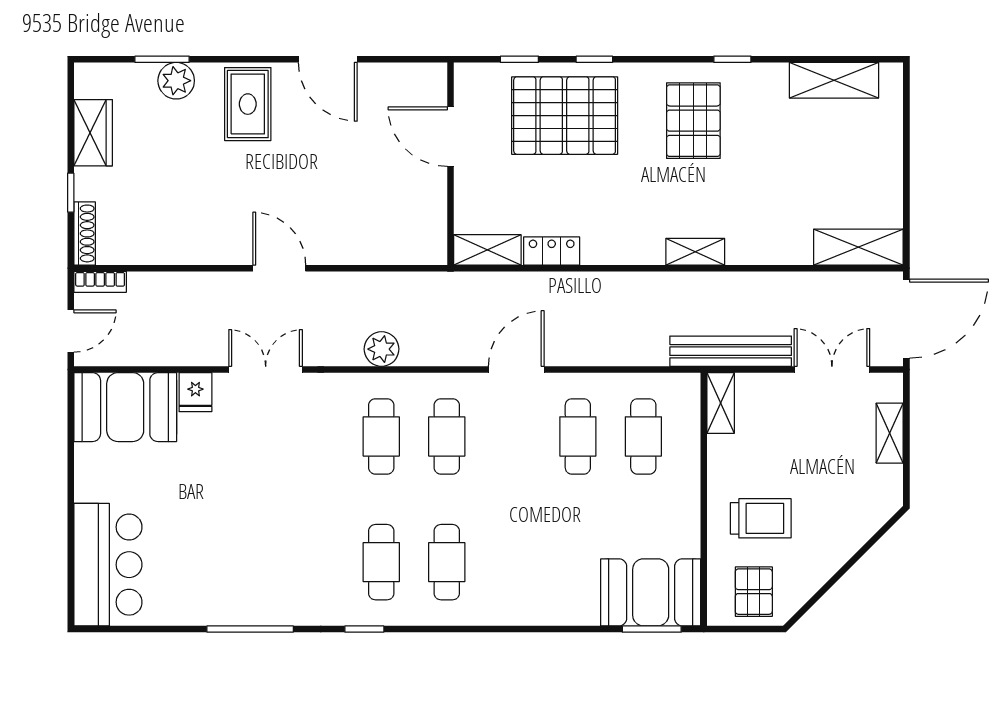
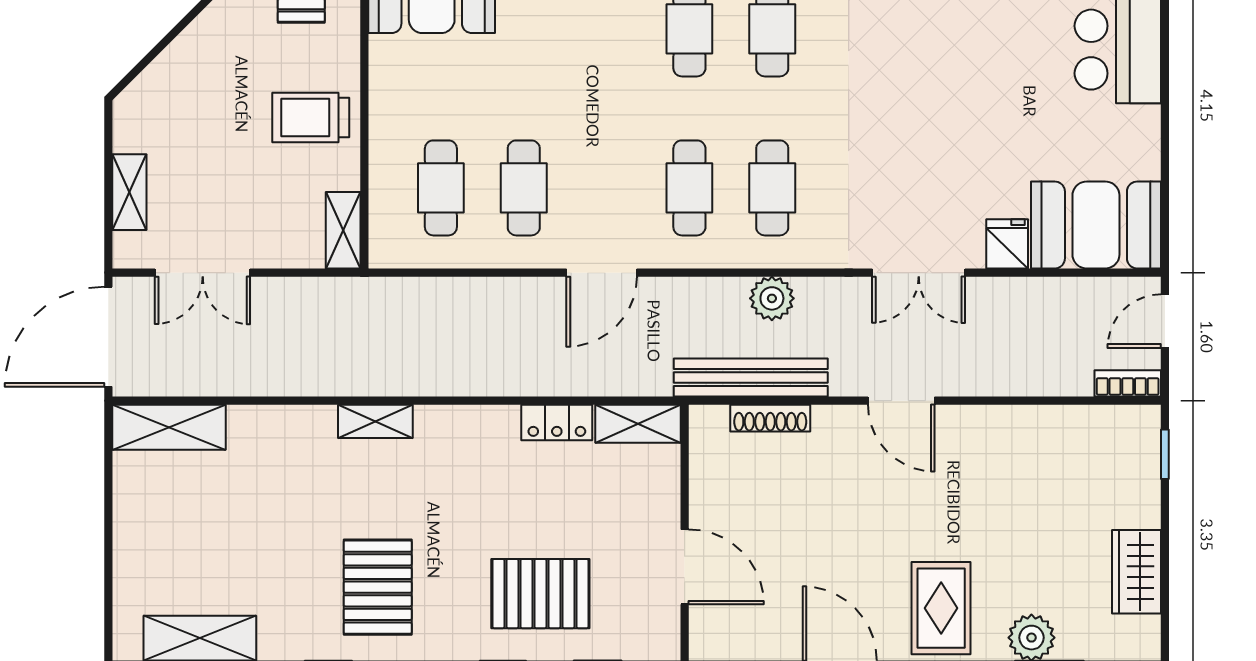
pallet: (565, 116) -> (540, 594), width x0.73, depth x0.71
window: (71, 193) -> (1165, 454), moved
shoe rack: (85, 233) -> (770, 418), moved, turned -90
bench: (731, 351) -> (751, 377), moved
trolley: (761, 518) -> (311, 118), moved

